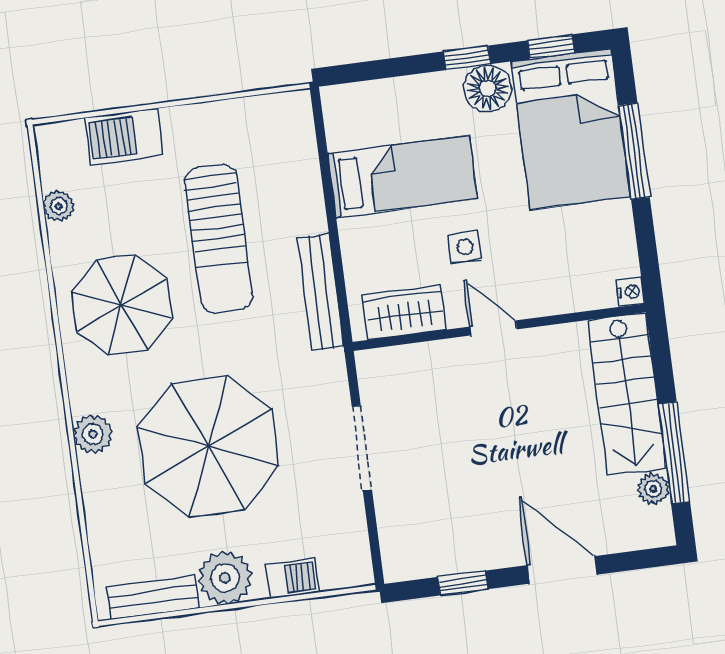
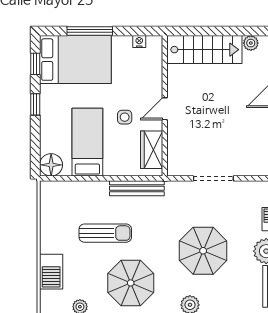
floor lamp: (488, 89) -> (51, 165), moved
sun lounger: (218, 239) -> (105, 233), width x0.73, depth x0.75
nightstand: (630, 292) -> (139, 42), moved
parasol: (209, 447) -> (203, 251), width x0.73, depth x0.73
window: (674, 453) -> (235, 31), removed

